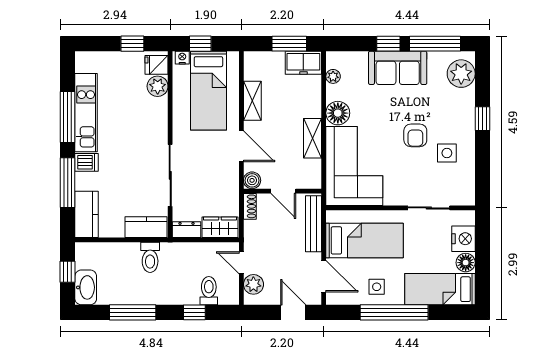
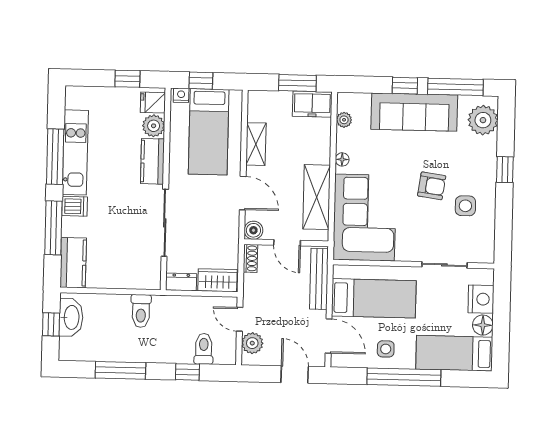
sofa: (398, 68) -> (414, 112), width x1.36
floor lamp: (338, 113) -> (342, 159), width x0.53, depth x0.53
armchair: (415, 135) -> (432, 186), turned -82
shelving: (312, 138) -> (317, 197), width x1.50, depth x1.33
kitchen counter: (146, 227) -> (153, 161), moved, turned -90
washbasin: (86, 287) -> (71, 317), moved

